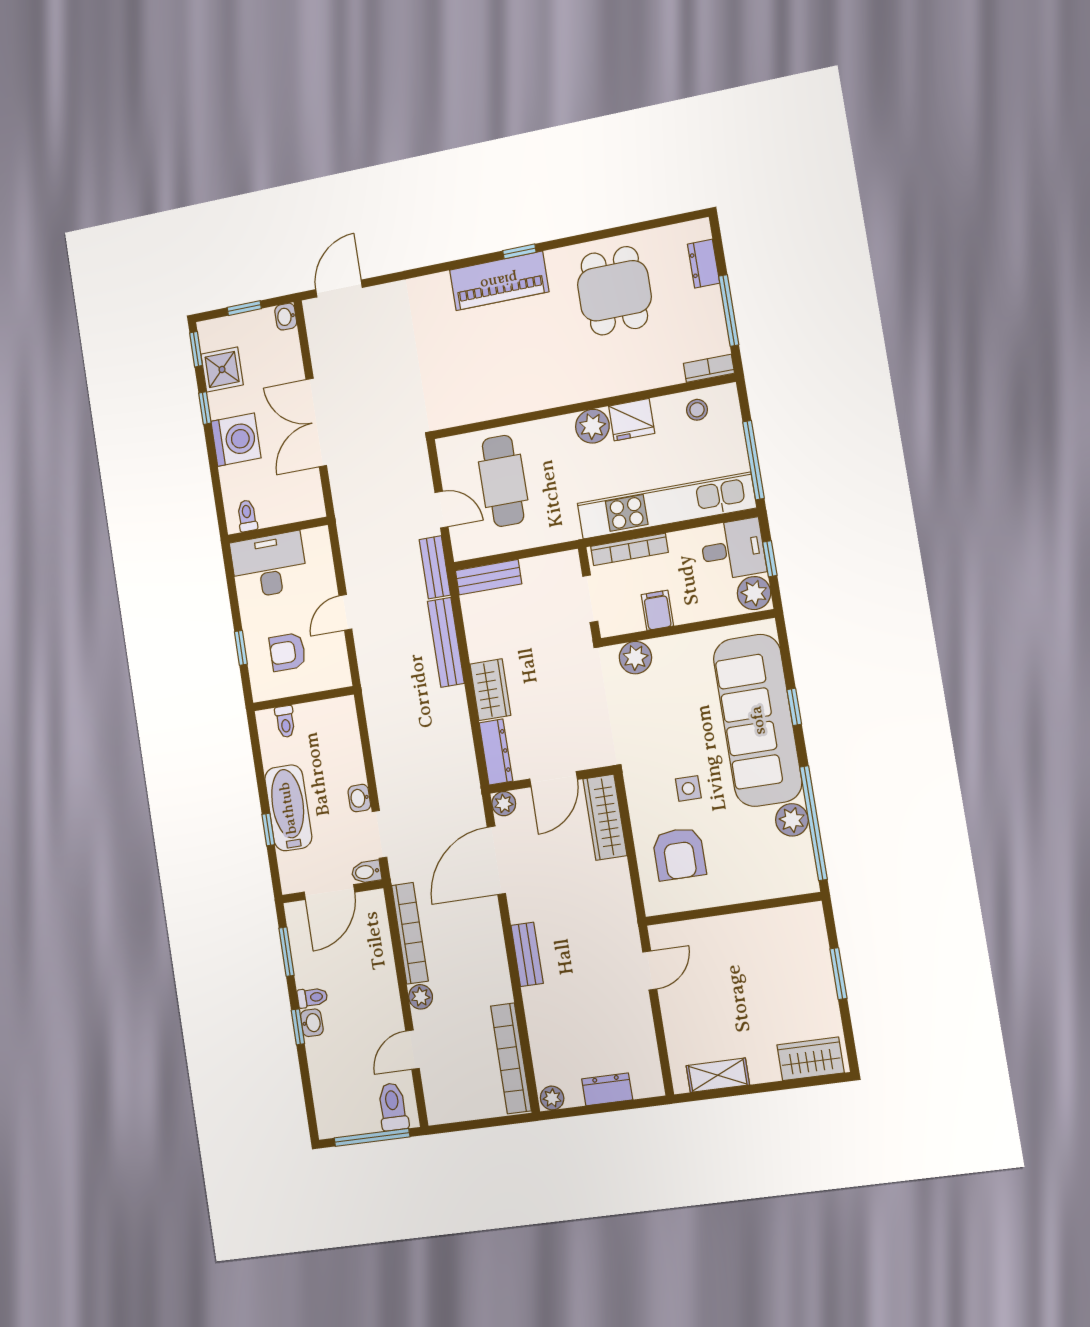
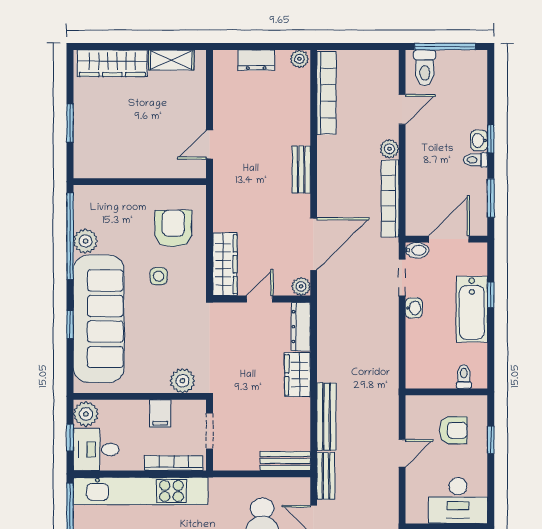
door: (554, 779) -> (260, 299), width x0.73
wardrobe: (811, 1059) -> (112, 63), width x1.50

